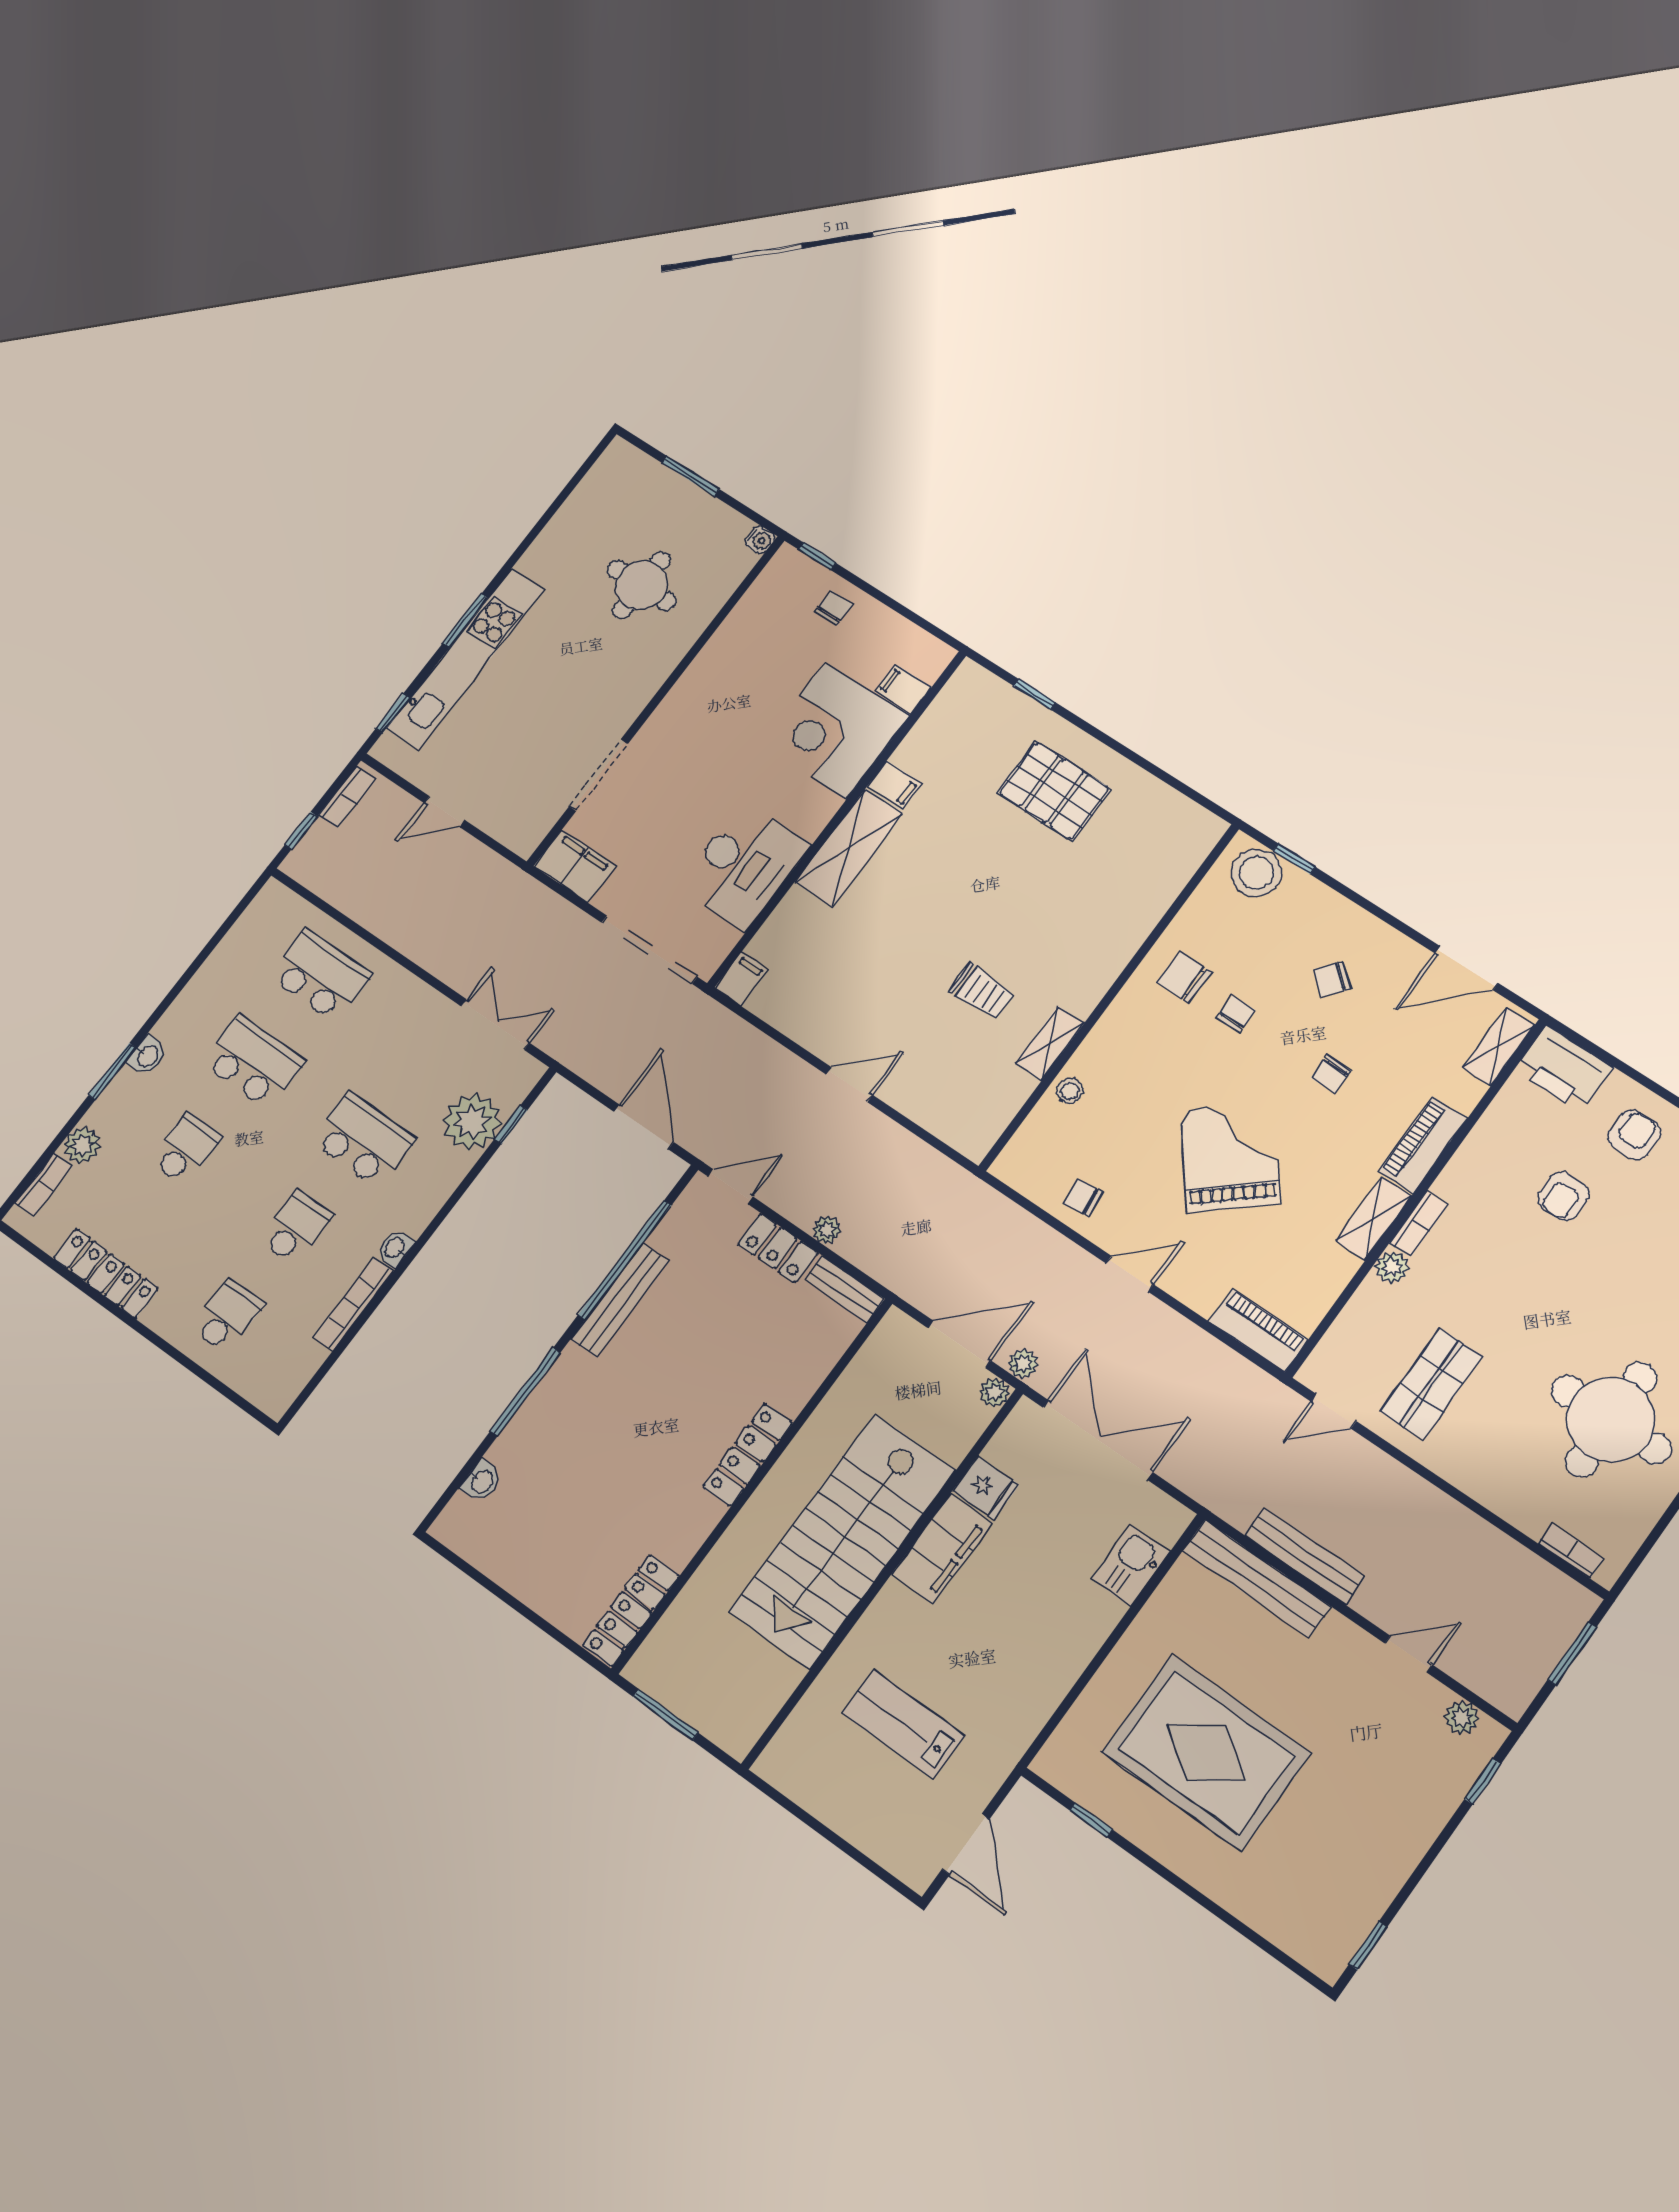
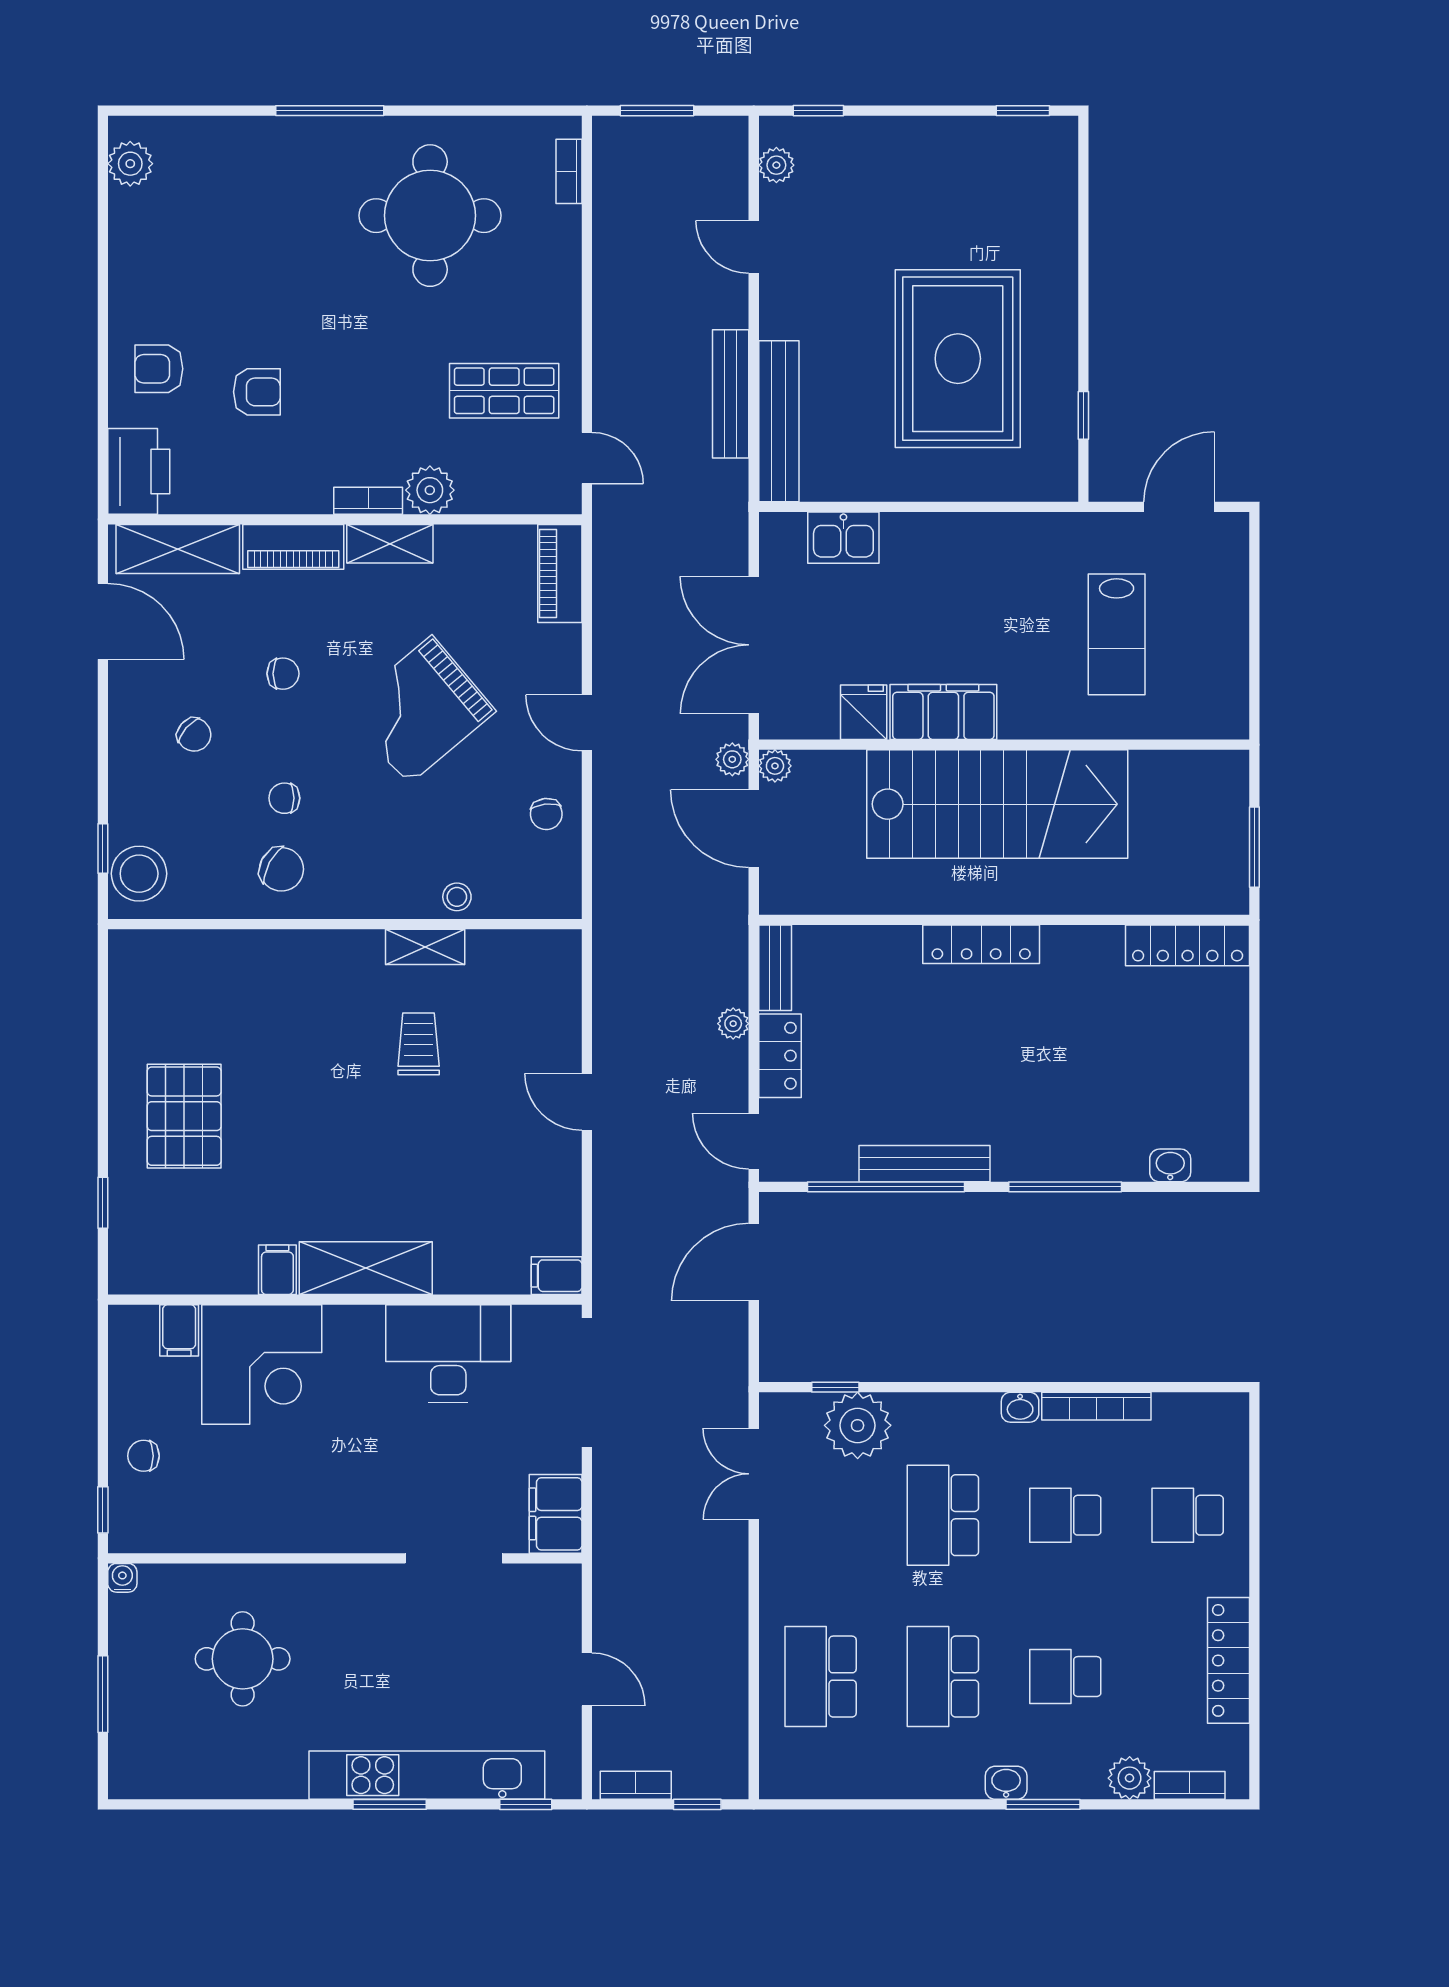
chair: (1184, 977) -> (281, 869), turned -62
shelving: (1498, 1047) -> (178, 549), width x1.50, depth x1.33
plant: (1392, 1267) -> (430, 490), width x1.38, depth x1.38

